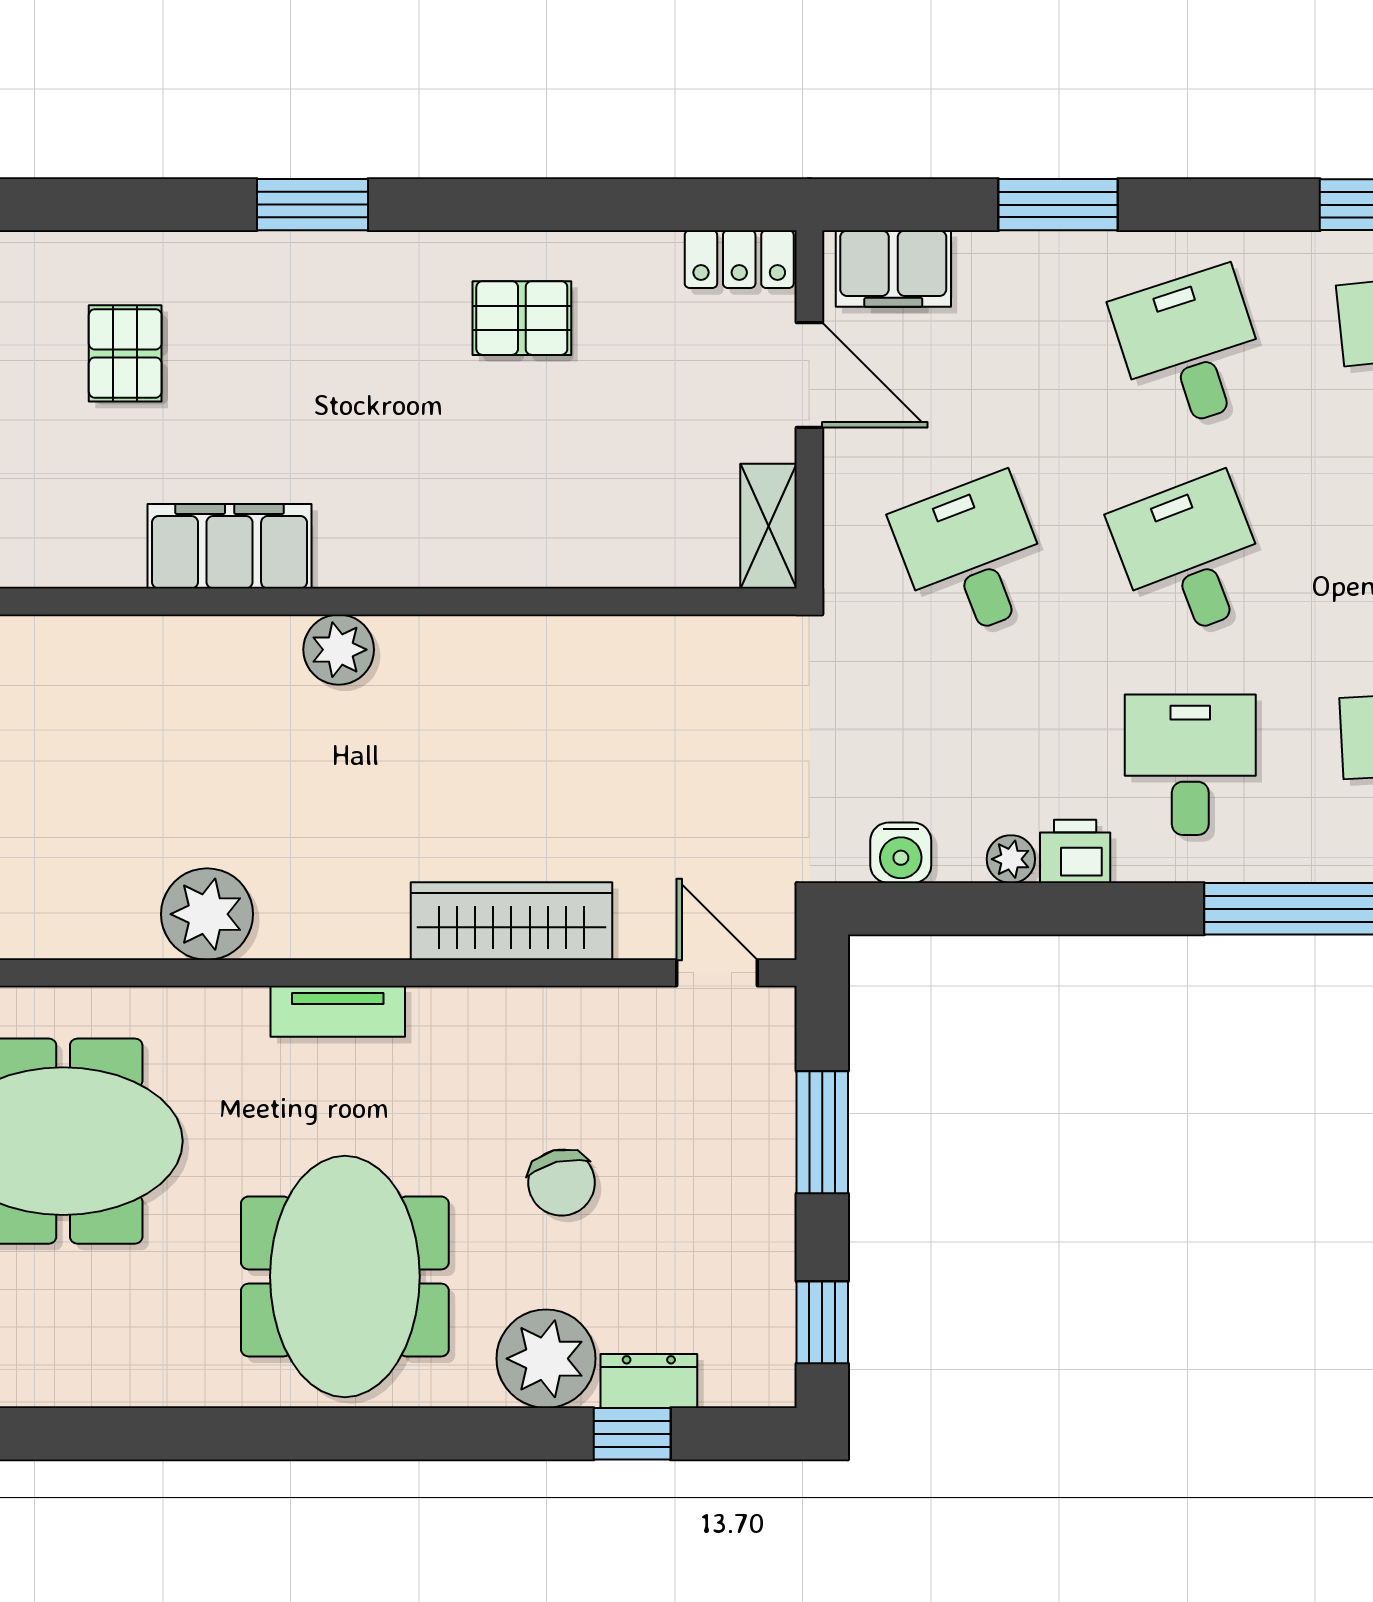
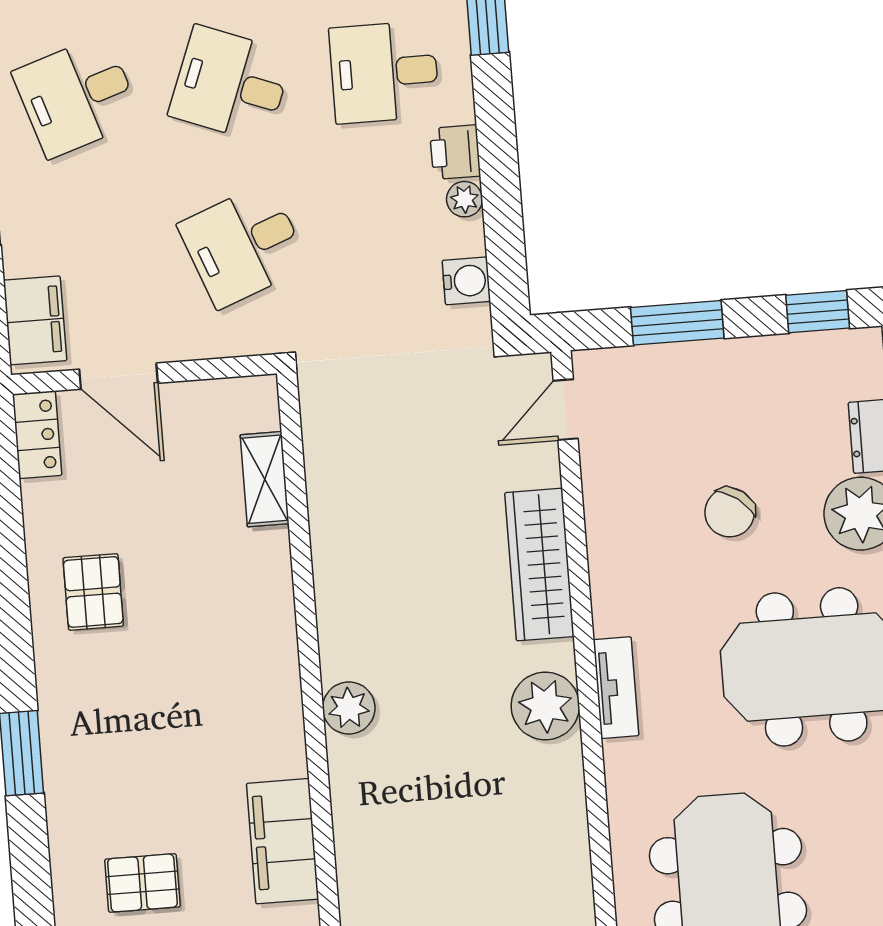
door: (809, 375) -> (119, 376), swing flipped
shelving: (768, 526) -> (265, 479), moved, turned 90
filing cabinet: (230, 546) -> (282, 841), moved
desk: (1190, 557) -> (231, 84), turned 42
plant: (207, 914) -> (545, 706), moved
chair: (562, 1183) -> (730, 512), turned 141

